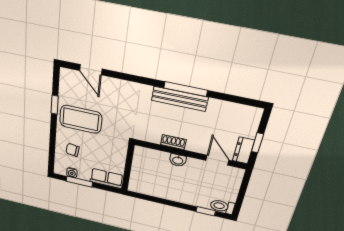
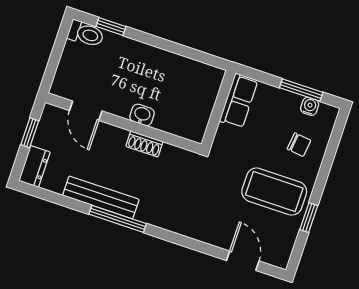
bench: (180, 99) -> (101, 197), moved
dresser: (243, 150) -> (34, 166), moved
row of seats: (107, 178) -> (239, 101), moved, turned -90

